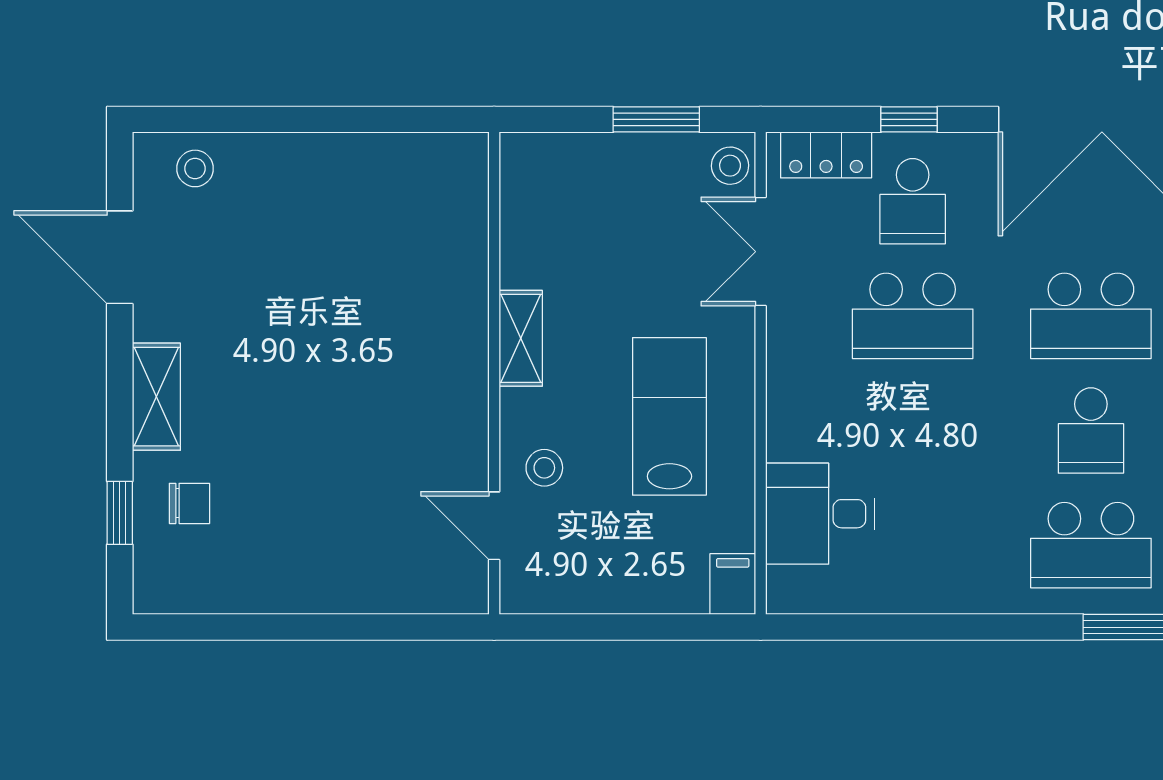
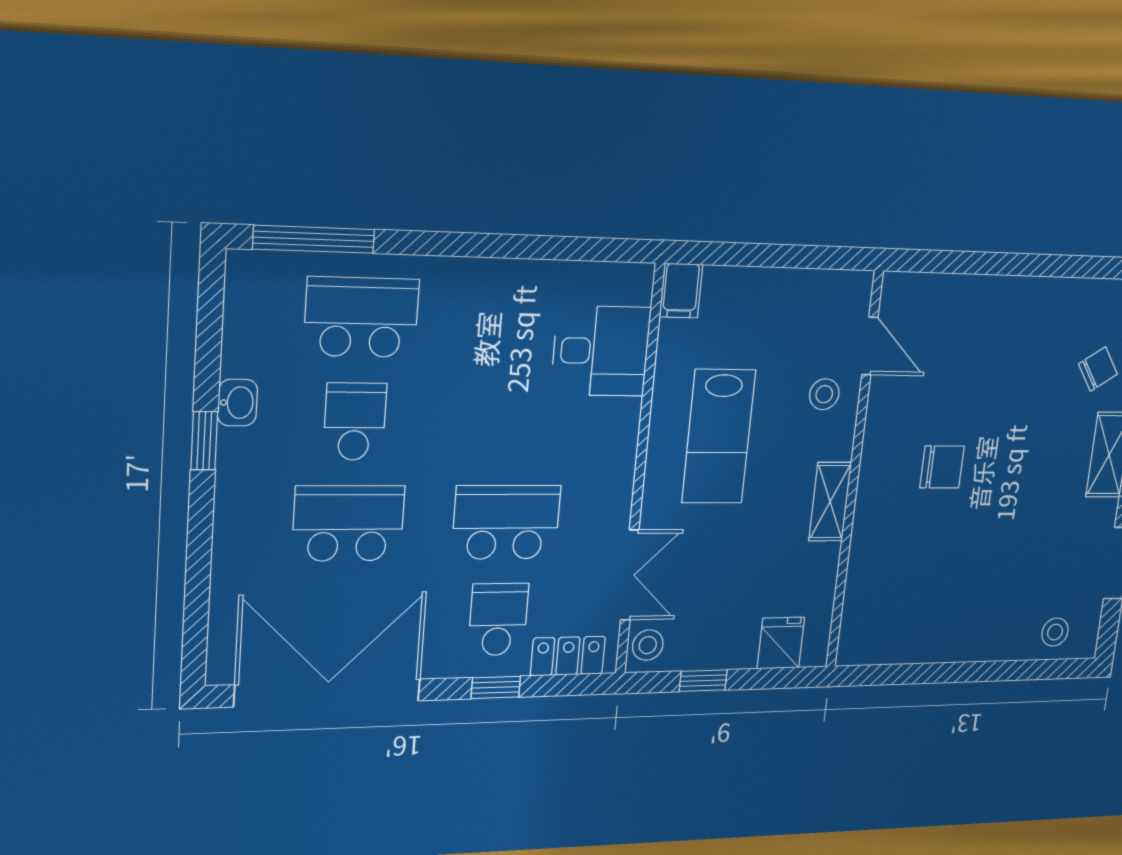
window: (656, 119) -> (703, 681), width x0.67
fridge: (563, 164) -> (781, 643), added
chair: (381, 381) -> (942, 467), added
chair: (189, 503) -> (1098, 369), turned 147

